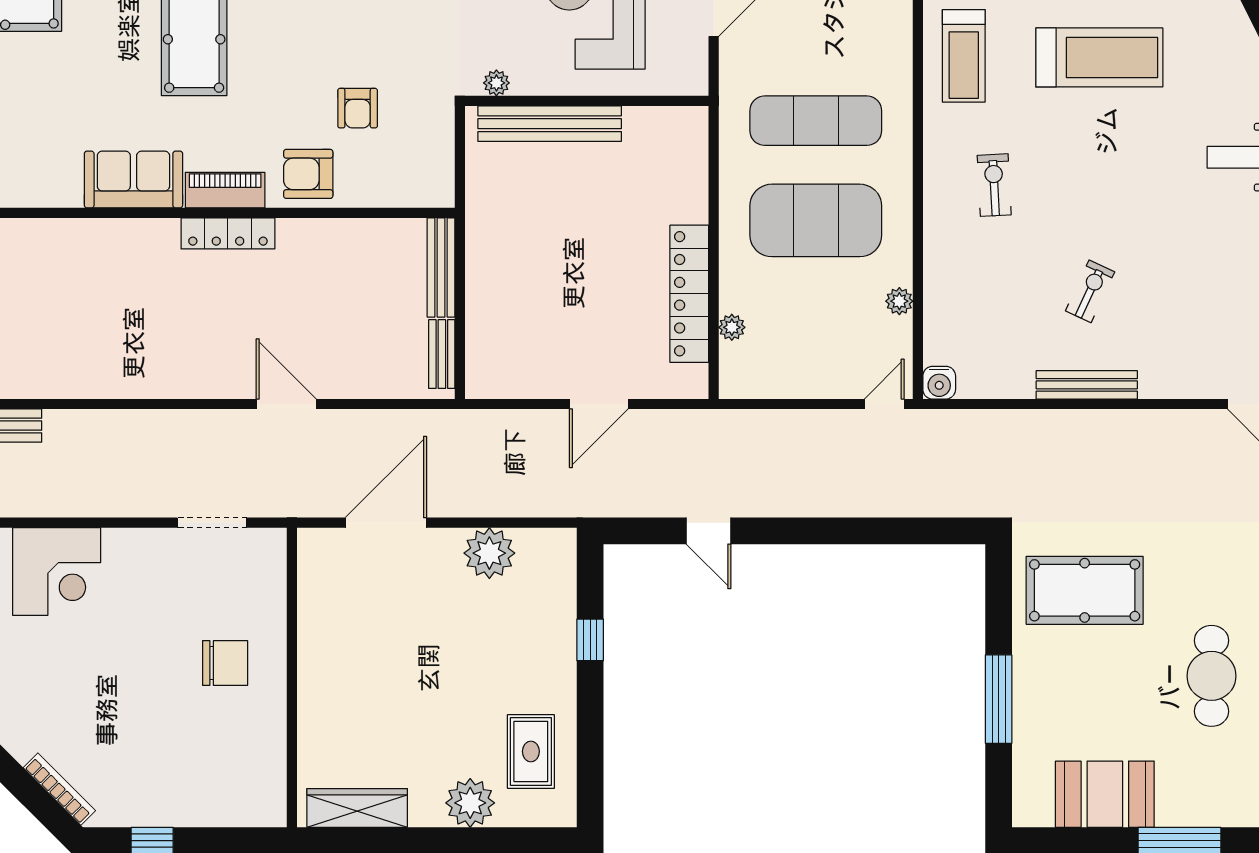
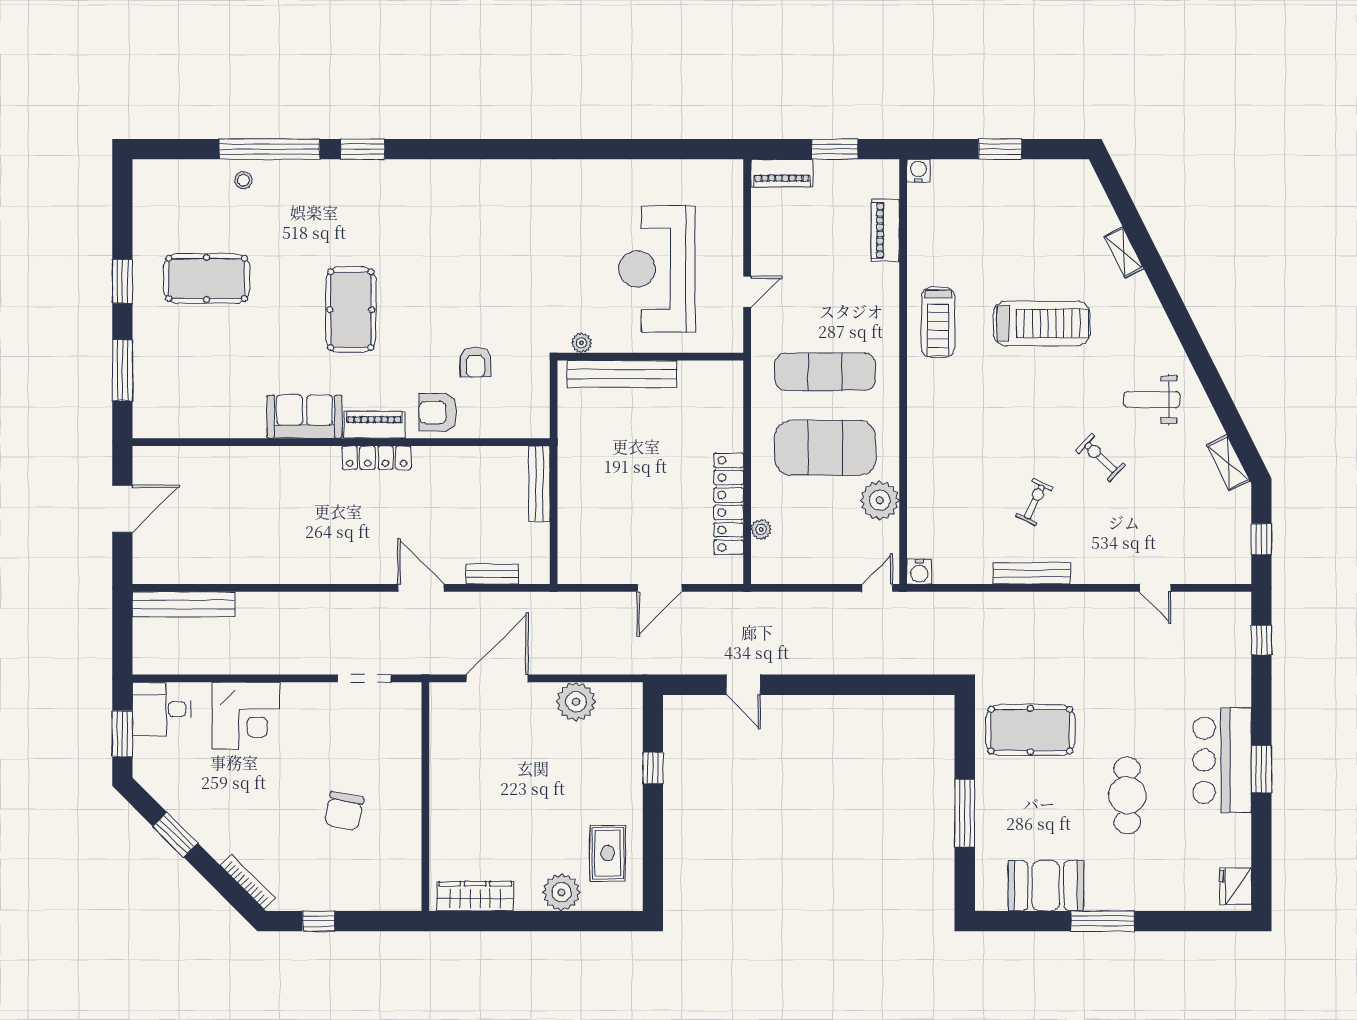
exercise bike: (994, 185) -> (1101, 457), moved, turned -44
plant: (899, 301) -> (880, 500), width x1.87, depth x1.87
bench: (442, 354) -> (492, 574), moved, turned 90
chair: (225, 663) -> (344, 811), moved, turned 102

